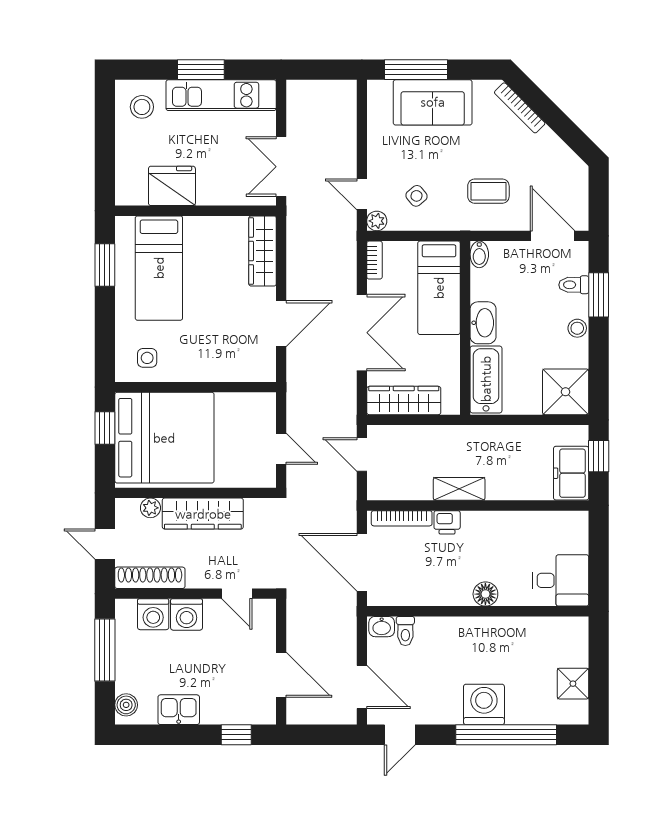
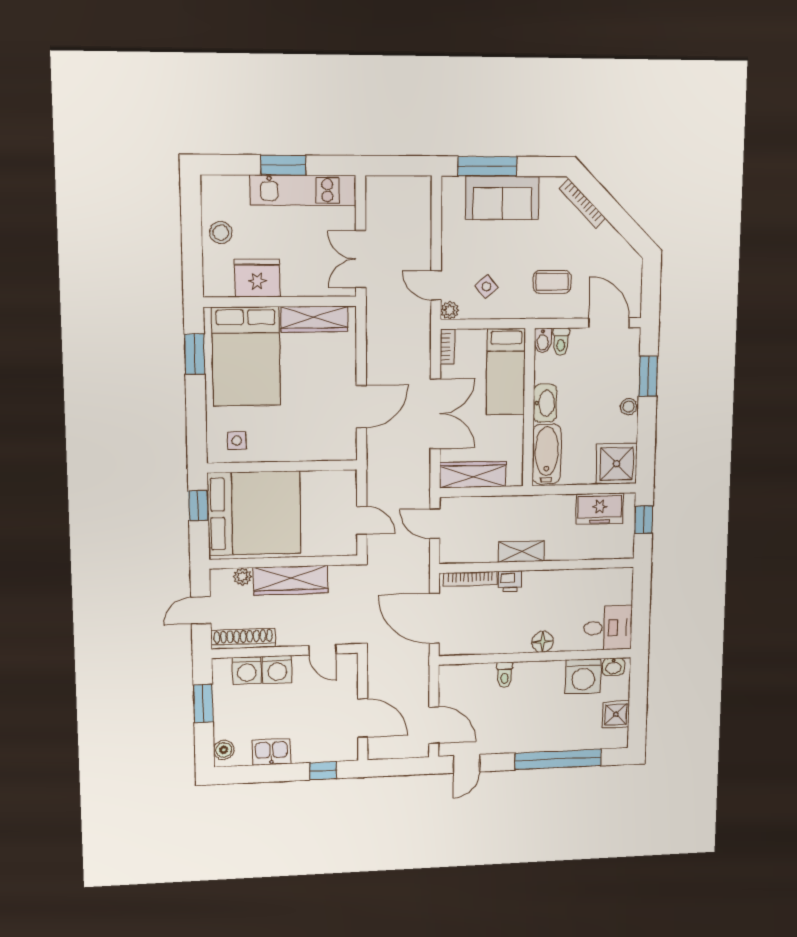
stool: (142, 107) -> (221, 232), moved
wardrobe: (263, 251) -> (314, 319), moved, turned -90
bed: (159, 268) -> (246, 356), width x1.50
toilet: (574, 285) -> (561, 342), moved, turned -90
freezer: (571, 473) -> (600, 509), moved, turned -90
door: (105, 544) -> (201, 610), hinge flipped
washbasin: (382, 627) -> (613, 667), moved
toilet: (405, 631) -> (505, 675), moved
window: (105, 650) -> (203, 703), width x0.69
washing machine: (484, 704) -> (583, 676), moved, turned 180

